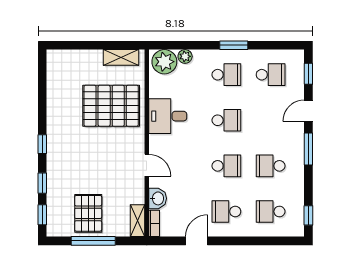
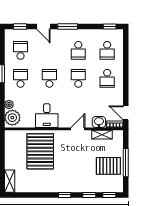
shelving: (121, 57) -> (10, 181), moved
shelving: (138, 221) -> (102, 135), moved
door: (197, 241) -> (126, 113), moved

